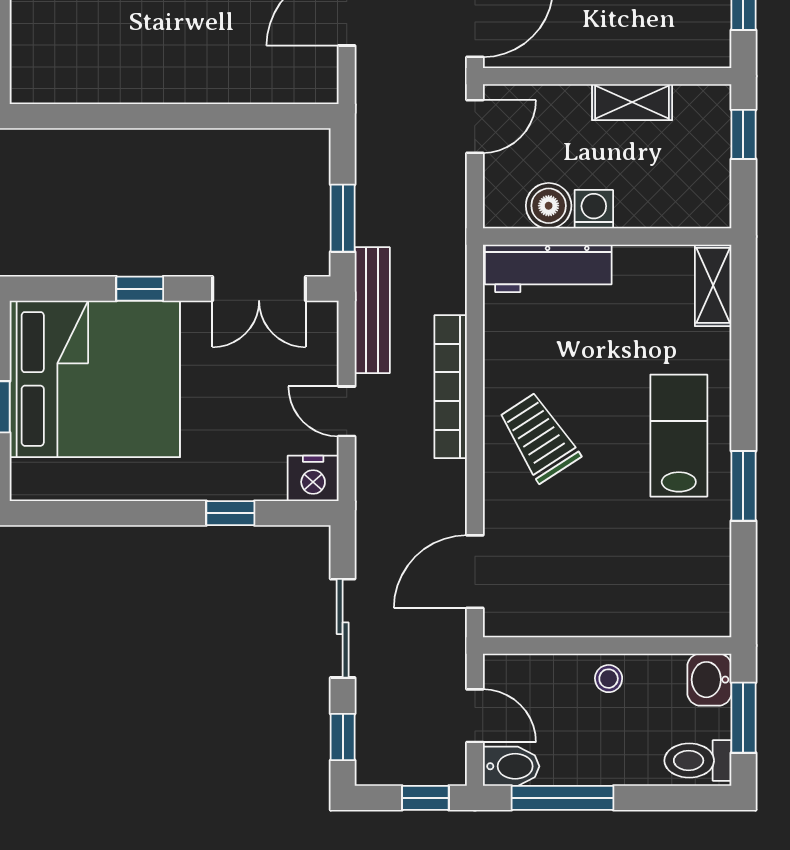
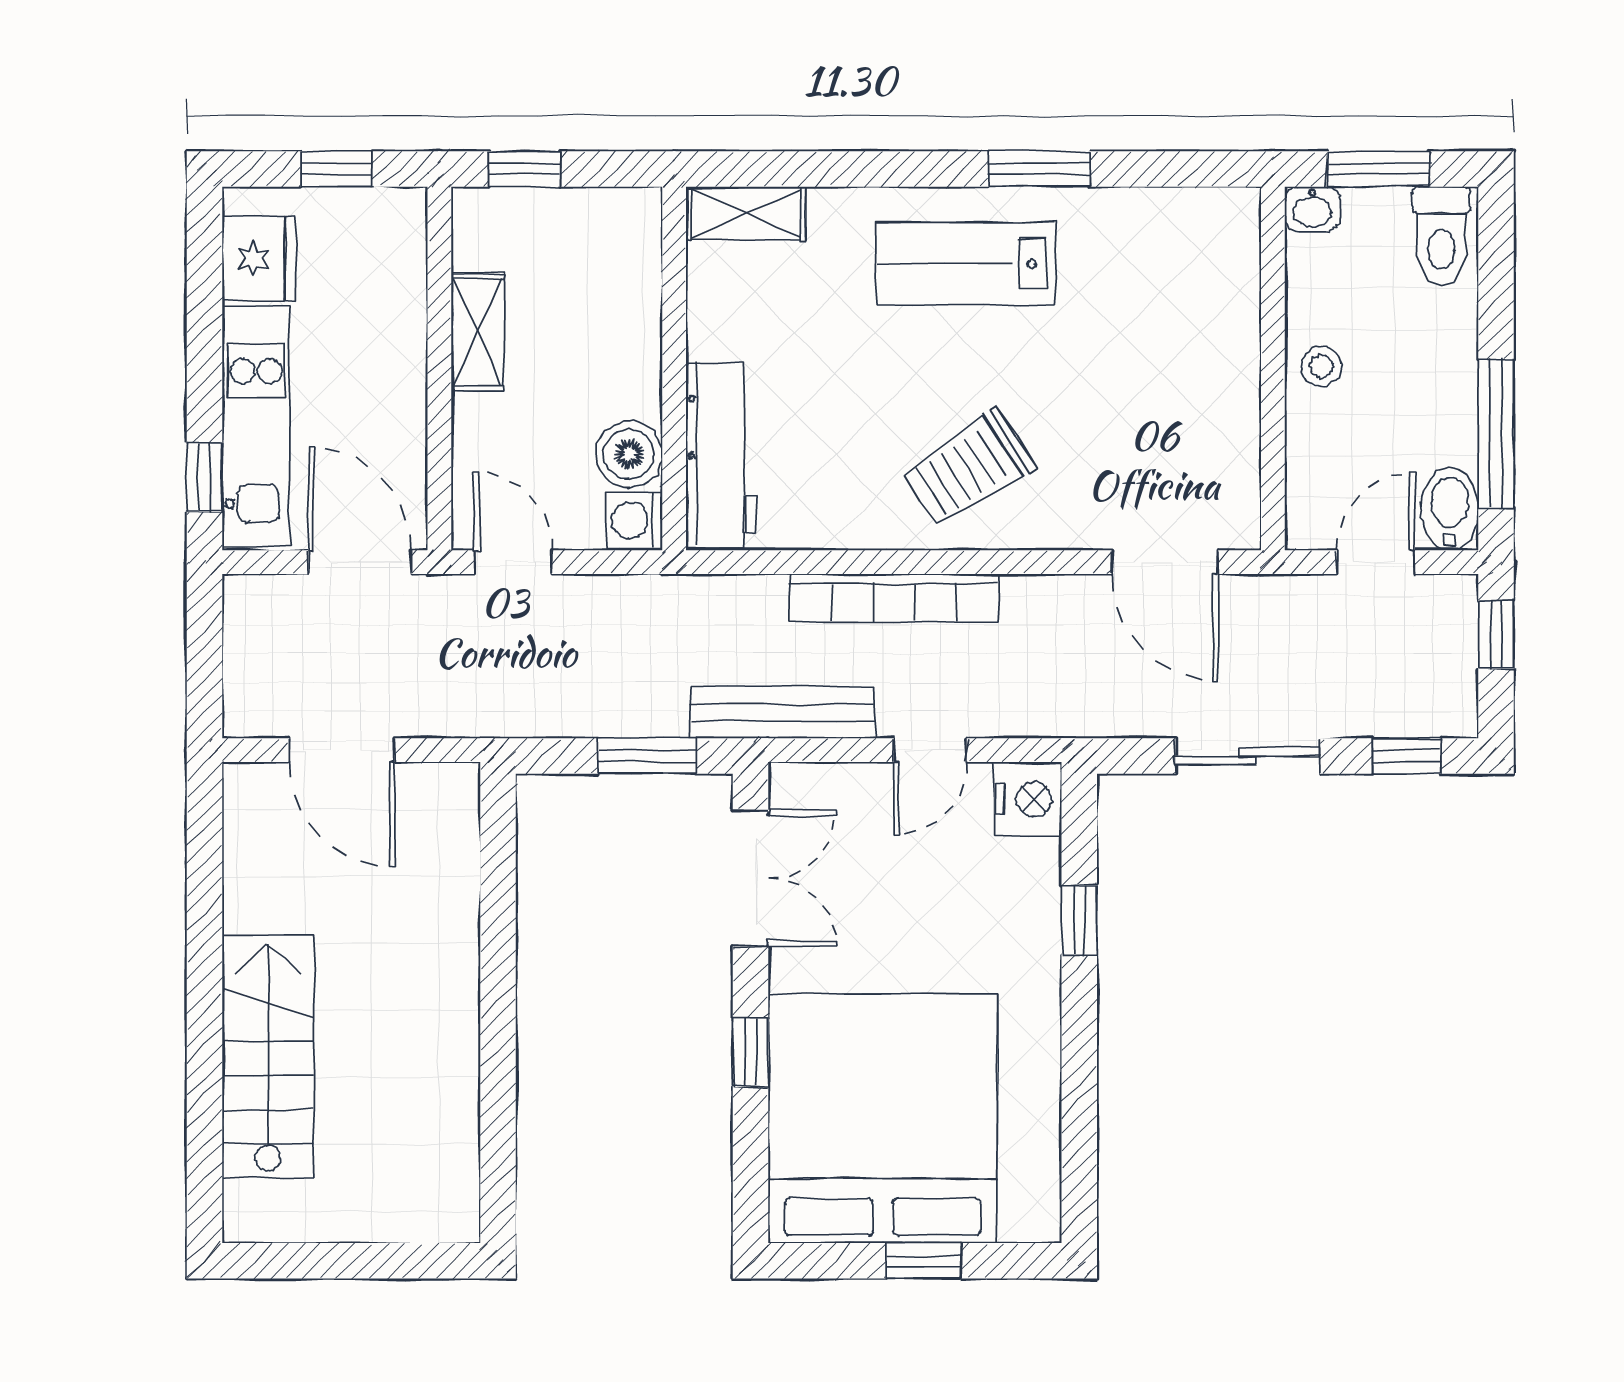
washing machine: (594, 209) -> (634, 520), moved
washbasin: (709, 680) -> (1312, 209), width x0.72, depth x0.69

